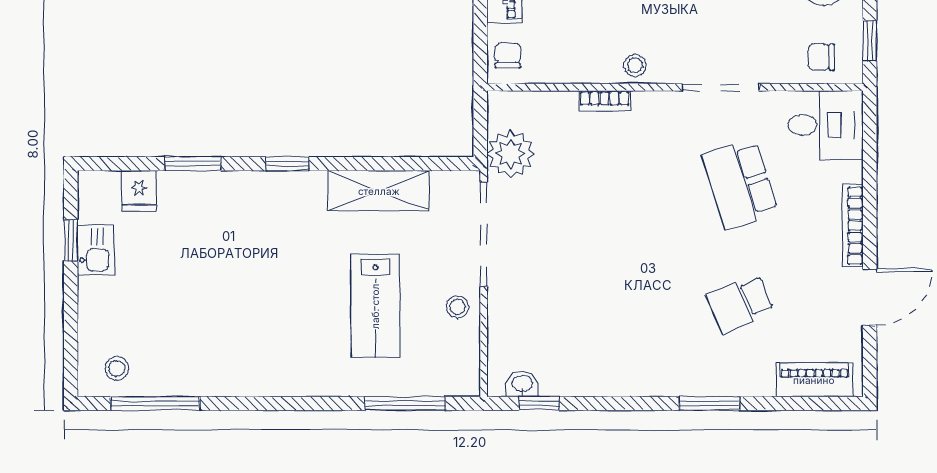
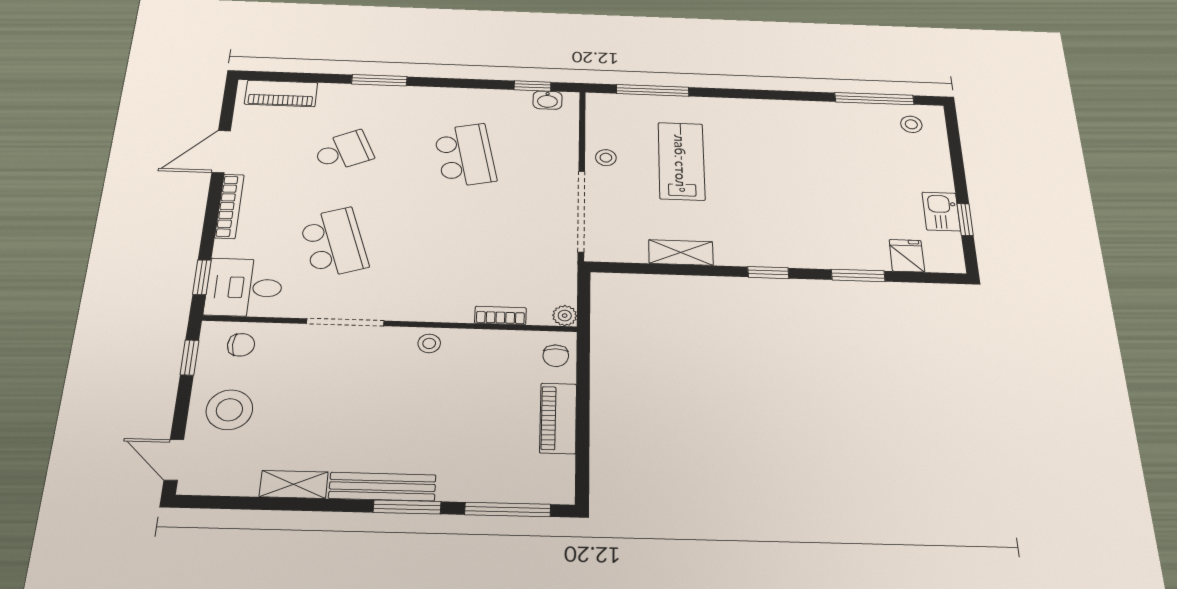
bookcase: (605, 101) -> (500, 315), moved
window: (870, 136) -> (202, 277), added
plant: (511, 154) -> (565, 316), moved, width x0.53, depth x0.53
shelving: (379, 191) -> (681, 253), width x0.67, depth x0.75
school desk: (610, 303) -> (465, 155), added

